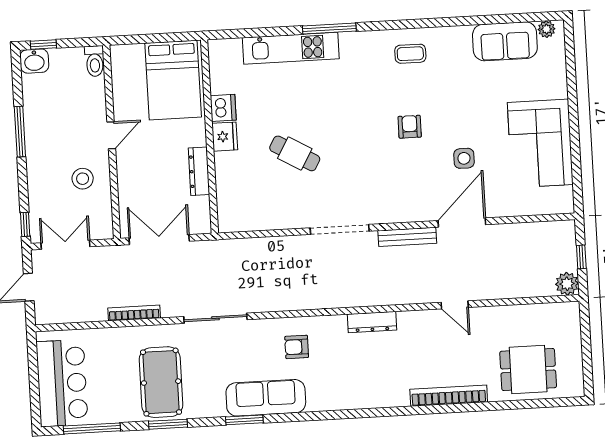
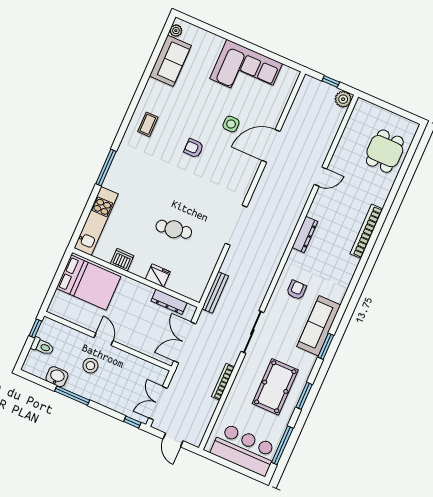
window: (43, 45) -> (35, 328), moved
kitchen unit: (291, 48) -> (96, 221), moved
washbasin: (34, 61) -> (57, 377), moved, turned -90
toilet: (95, 61) -> (42, 346), moved
fridge: (225, 137) -> (158, 276), moved
cafe table: (295, 153) -> (174, 229), turned 51
dresser: (199, 171) -> (169, 302), moved
stool: (83, 179) -> (90, 366), moved
door: (462, 223) -> (271, 146), hinge flipped
bench: (407, 237) -> (215, 292), moved
armchair: (297, 347) -> (296, 290), turned 180
pool table: (161, 382) -> (275, 387), turned 90
bookcase: (449, 396) -> (366, 231), moved

